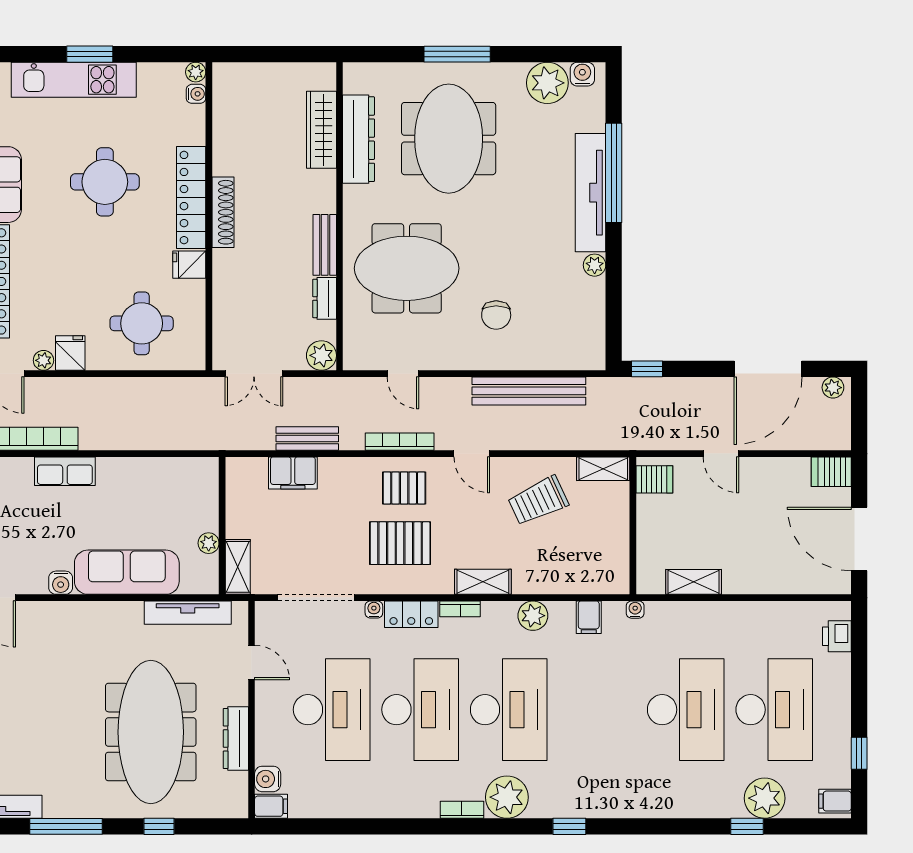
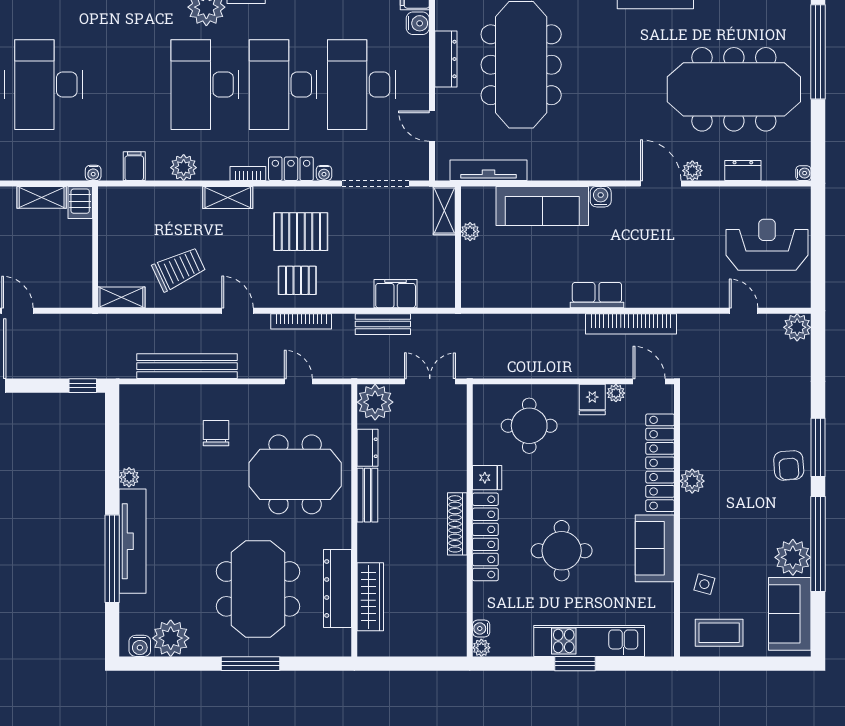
plant: (321, 355) -> (375, 402), width x1.36, depth x1.36
server rack: (654, 479) -> (80, 202), moved, turned -90

